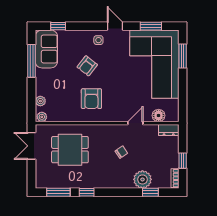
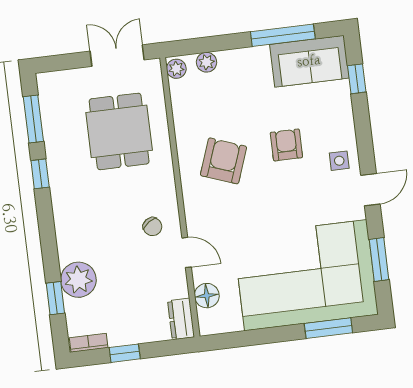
armchair: (87, 66) -> (286, 145), turned 52
armchair: (91, 99) -> (224, 161), turned 110
chair: (121, 152) -> (152, 227), moved

